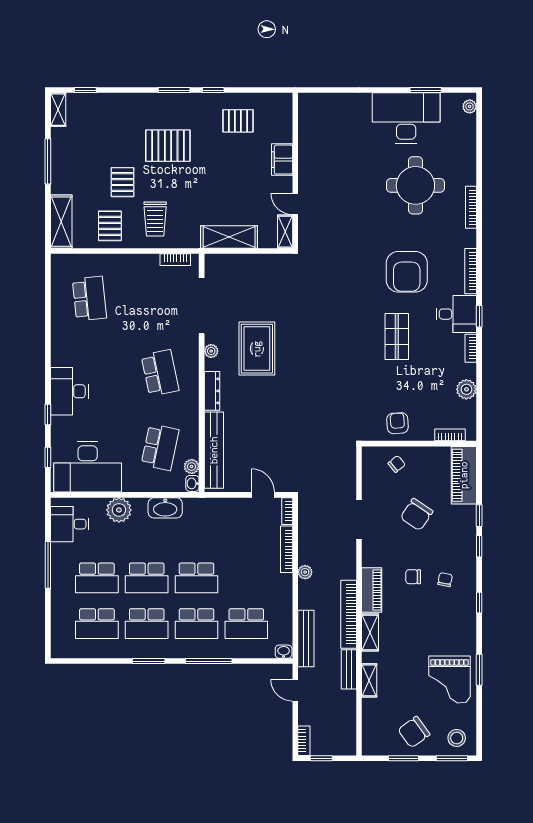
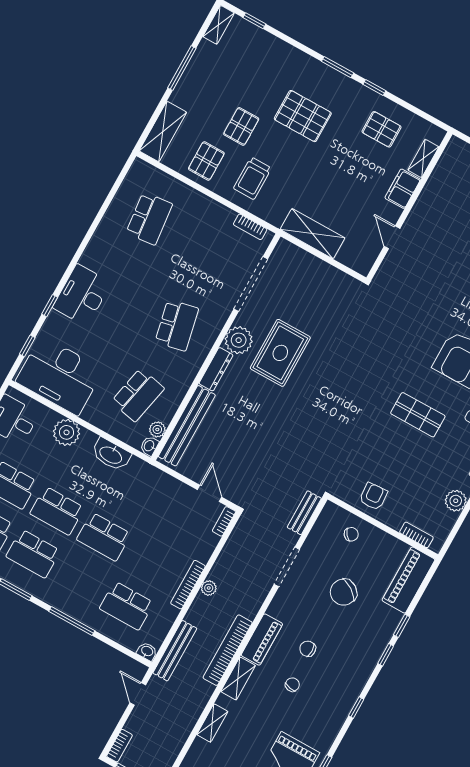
shelving: (285, 232) -> (423, 158), moved
shop shelf: (397, 337) -> (418, 415), turned 90
plant: (211, 351) -> (239, 340), width x1.88, depth x1.88
bookcase: (287, 549) -> (188, 585), moved
chair: (445, 580) -> (292, 685), moved
school desk: (196, 624) -> (80, 580), removed
bench: (349, 669) -> (304, 513), moved

